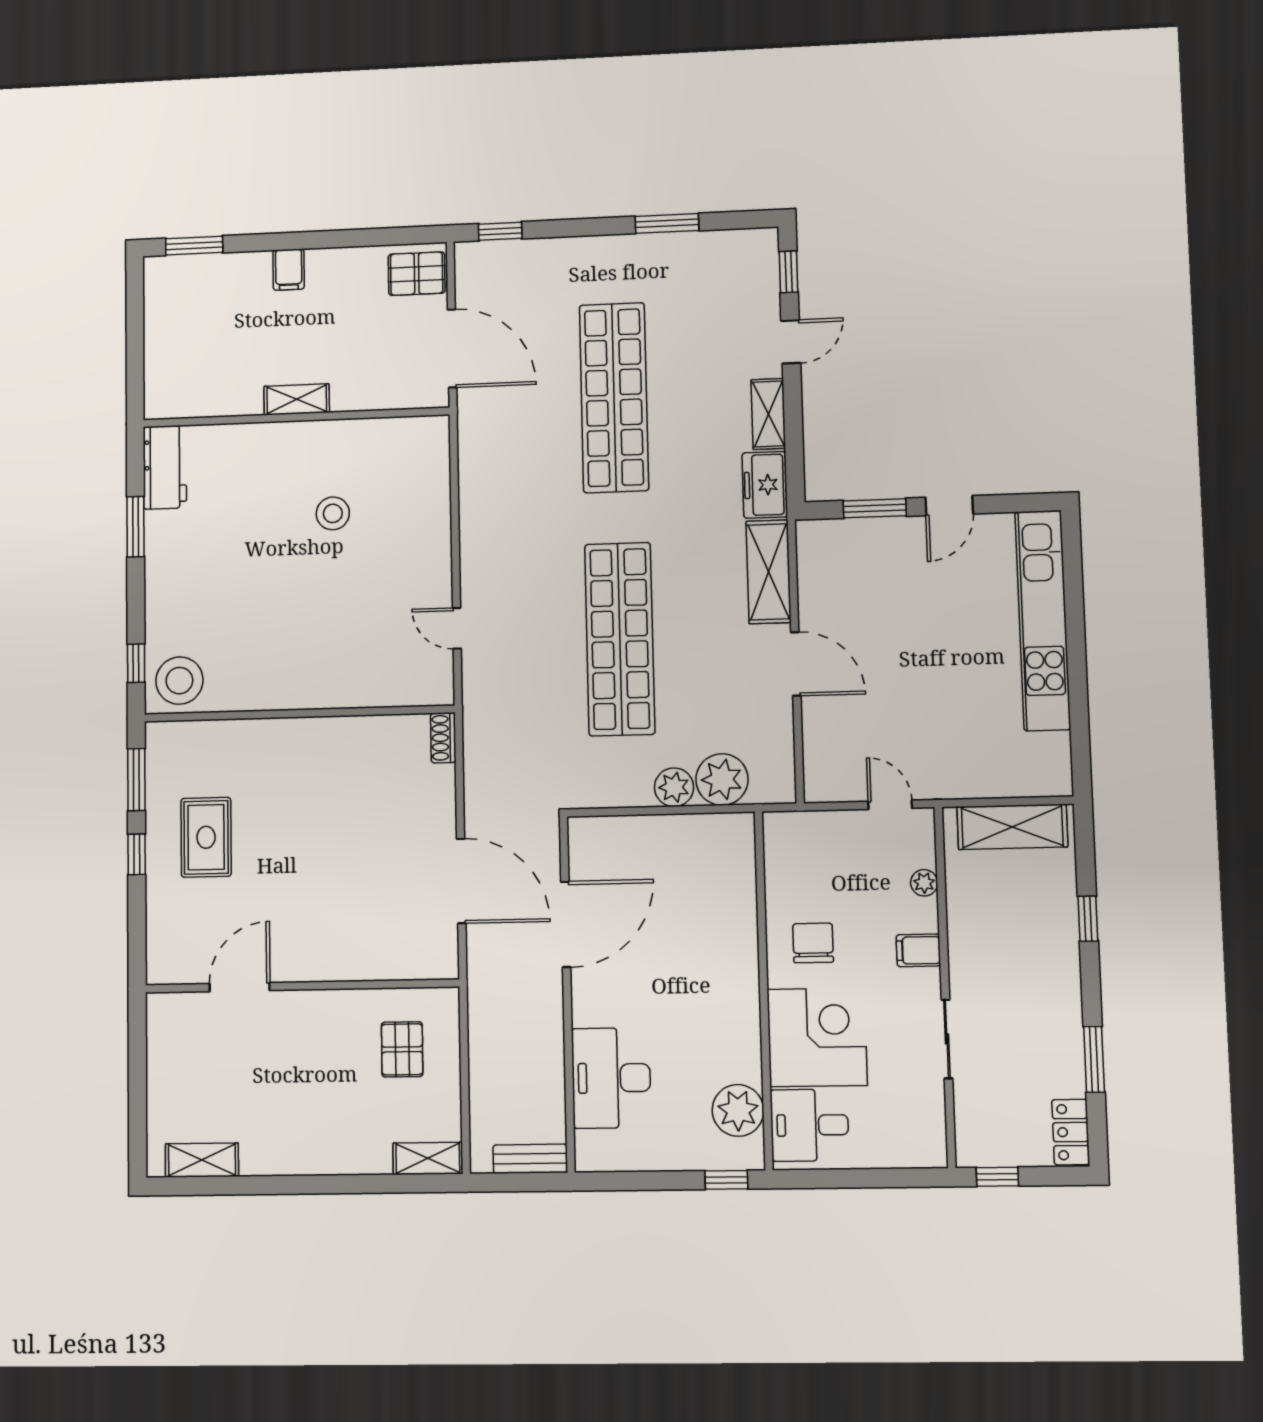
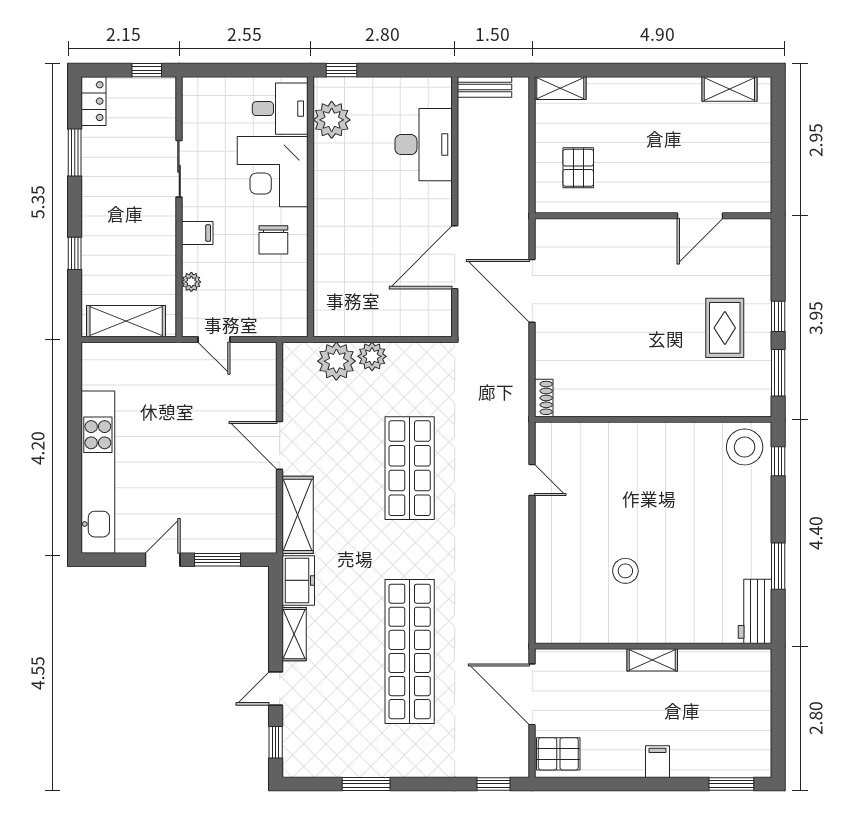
shop shelf: (620, 639) -> (410, 468), width x0.71

